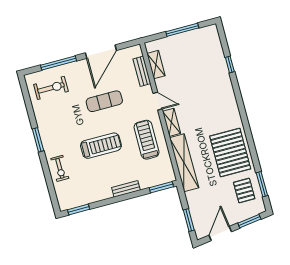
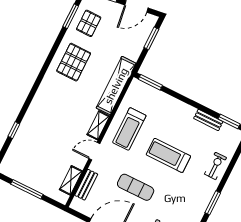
door: (158, 101) -> (94, 151), hinge flipped
pallet: (230, 152) -> (74, 62), width x0.73, depth x0.71
bench: (126, 189) -> (208, 120), moved

